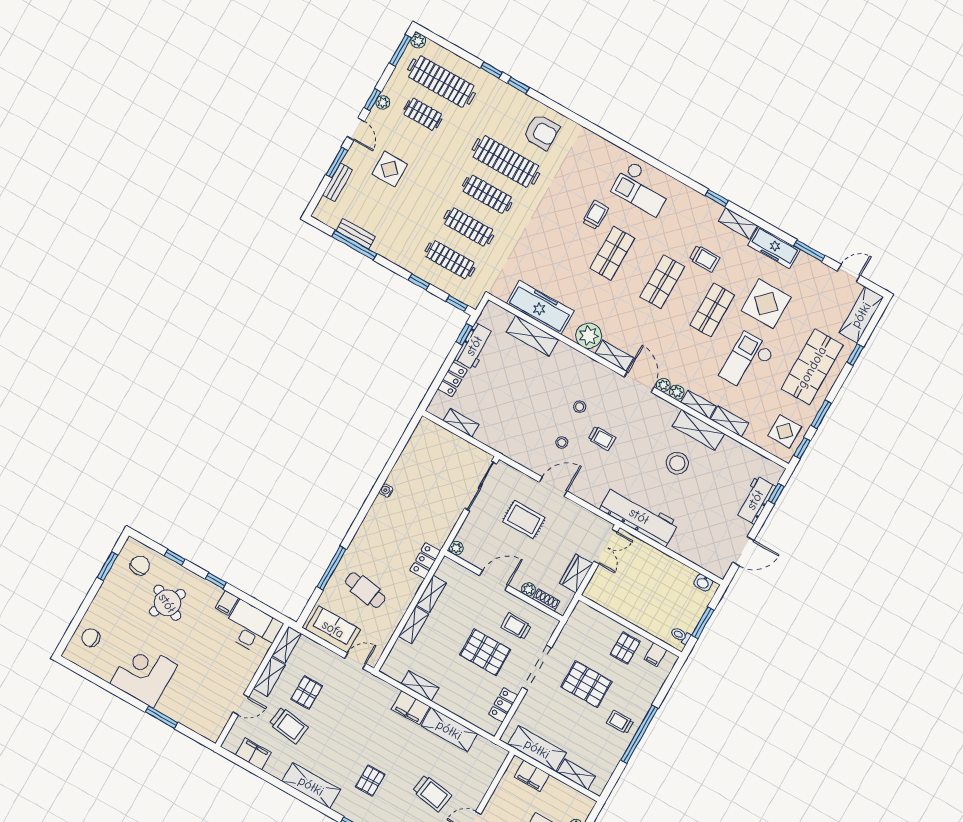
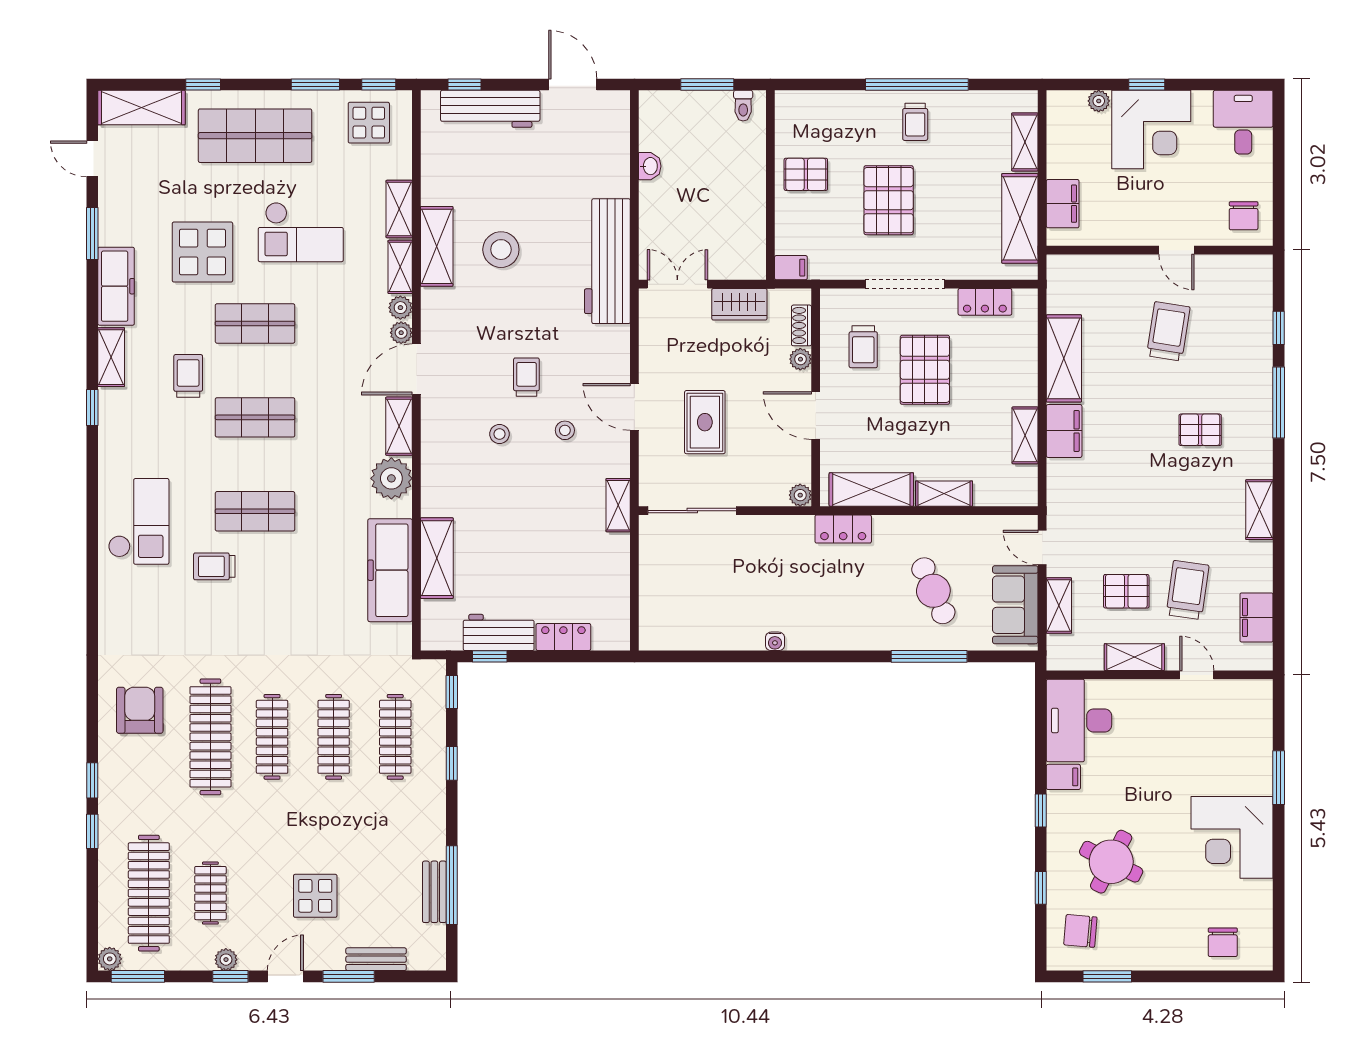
shelving: (461, 423) -> (618, 505), moved
workbench: (755, 500) -> (490, 109), width x1.37
washbasin: (703, 583) -> (650, 166), moved
cafe table: (365, 590) -> (933, 591), turned -33
shelving: (431, 594) -> (871, 489), width x1.50, depth x1.33
shelving: (287, 645) -> (1059, 606), moved, turned 90
filing cabinet: (655, 655) -> (791, 268), moved
shelving: (311, 786) -> (1259, 510), width x0.67, depth x0.75

